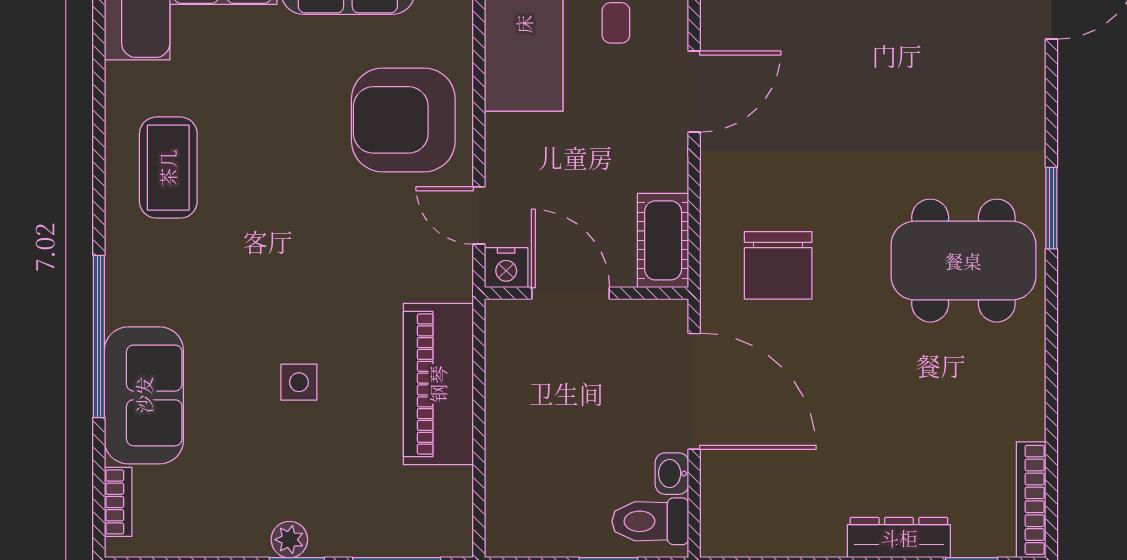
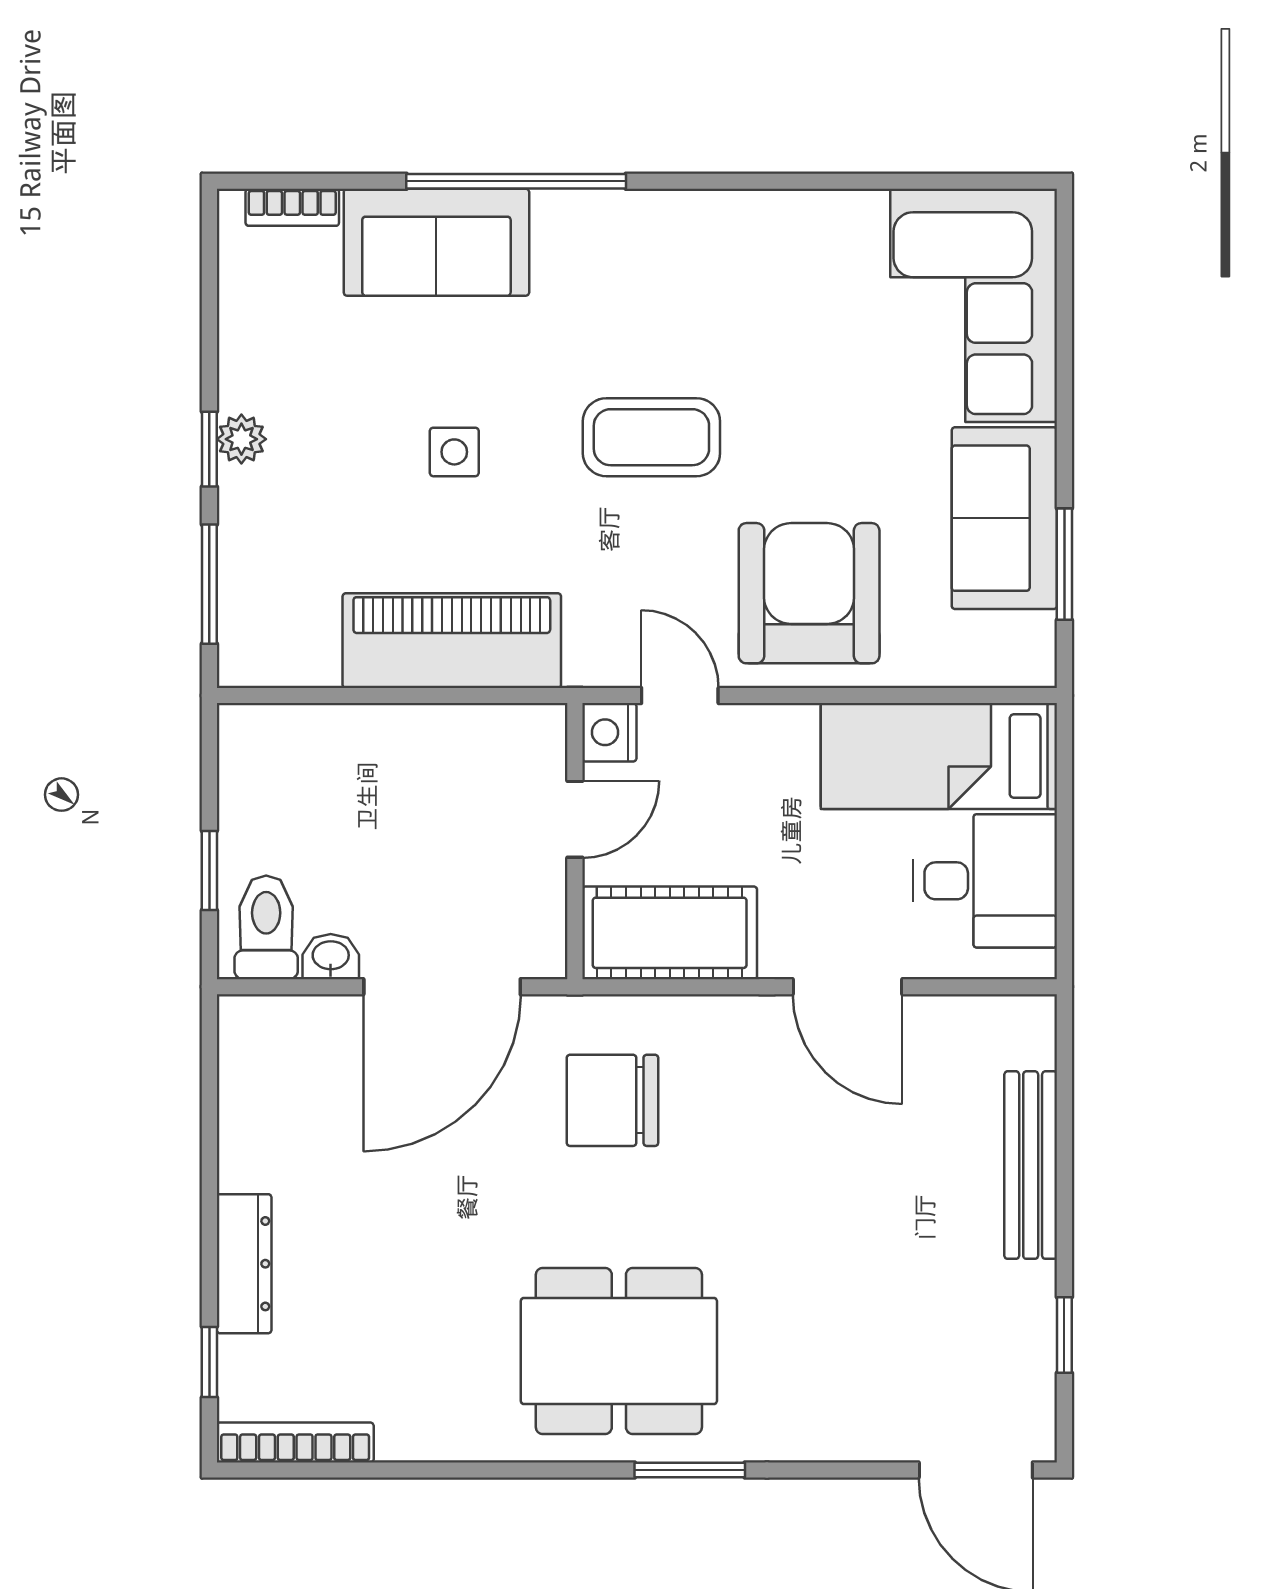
coffee table: (168, 168) -> (651, 437), moved
door: (479, 215) -> (680, 696), hinge flipped
cot: (663, 240) -> (670, 933), width x1.37, depth x1.34
dining table: (963, 261) -> (619, 1351), turned 90
door: (570, 293) -> (575, 819), width x0.73

